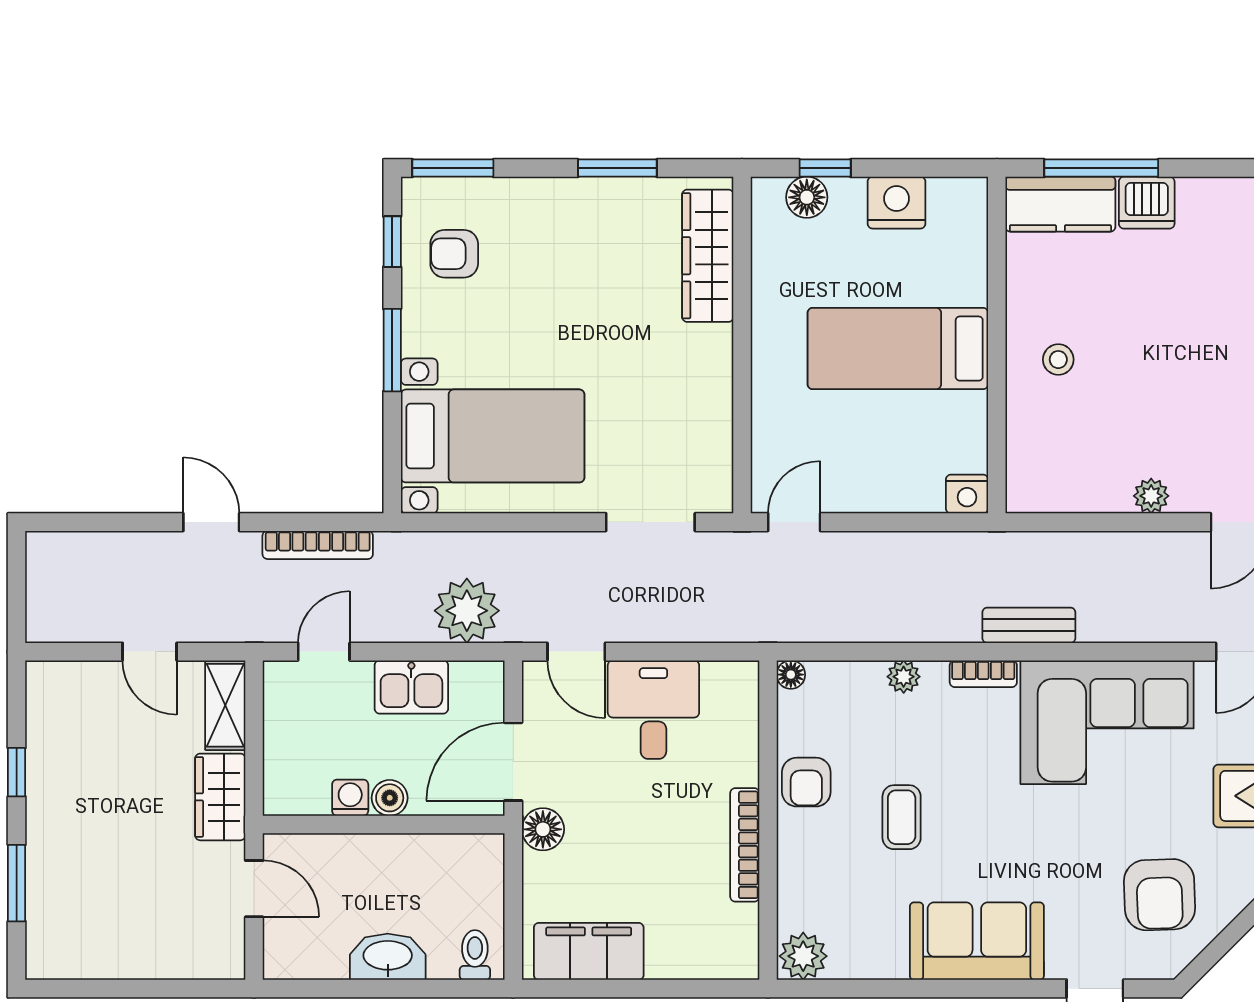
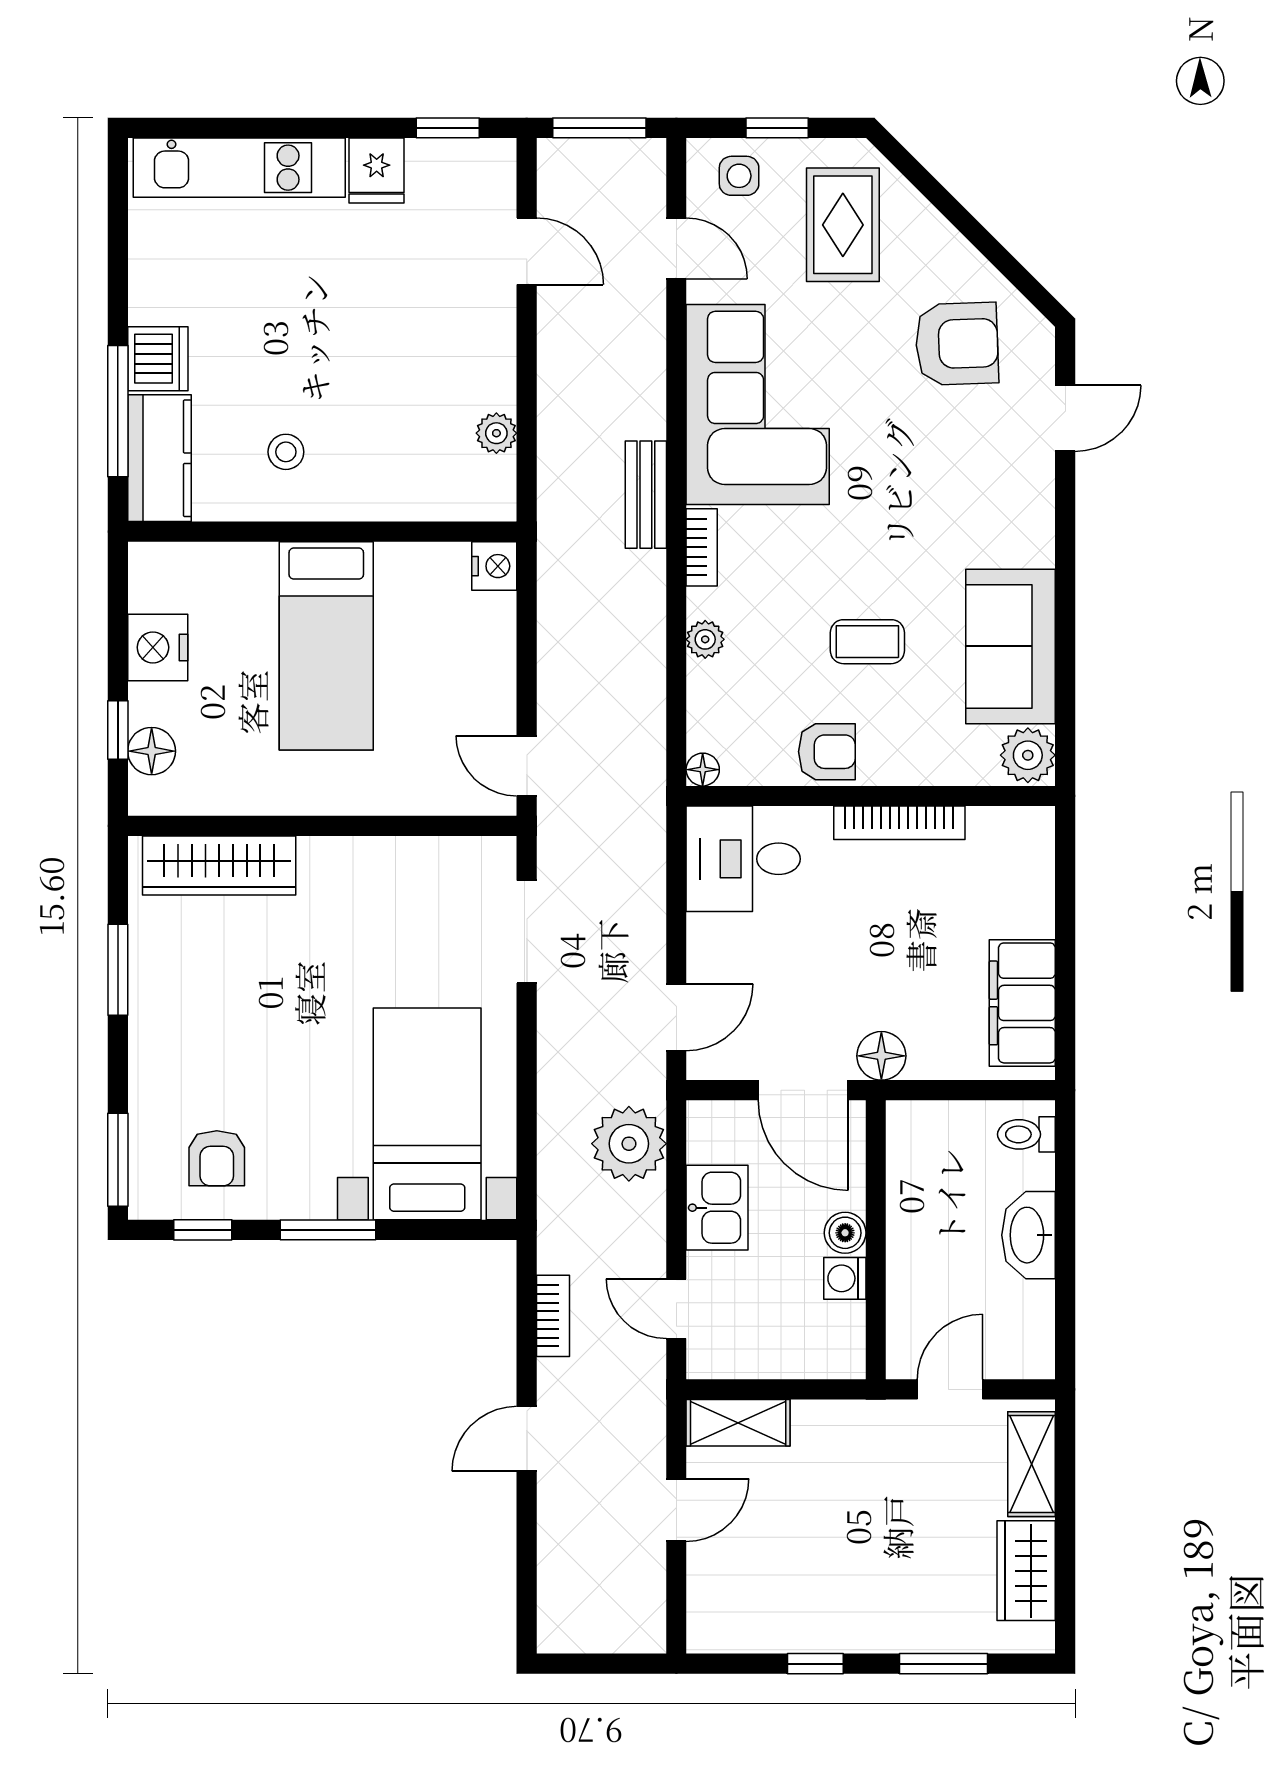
stool: (1058, 360) -> (286, 452), moved
plant: (1151, 496) -> (496, 433), moved
bookcase: (318, 545) -> (553, 1316), width x0.64
desk: (653, 710) -> (743, 859), moved
wardrobe: (220, 797) -> (1026, 1571), moved, turned 90
sofa: (977, 941) -> (1010, 646), moved
shelving: (189, 959) -> (1032, 1464), added

